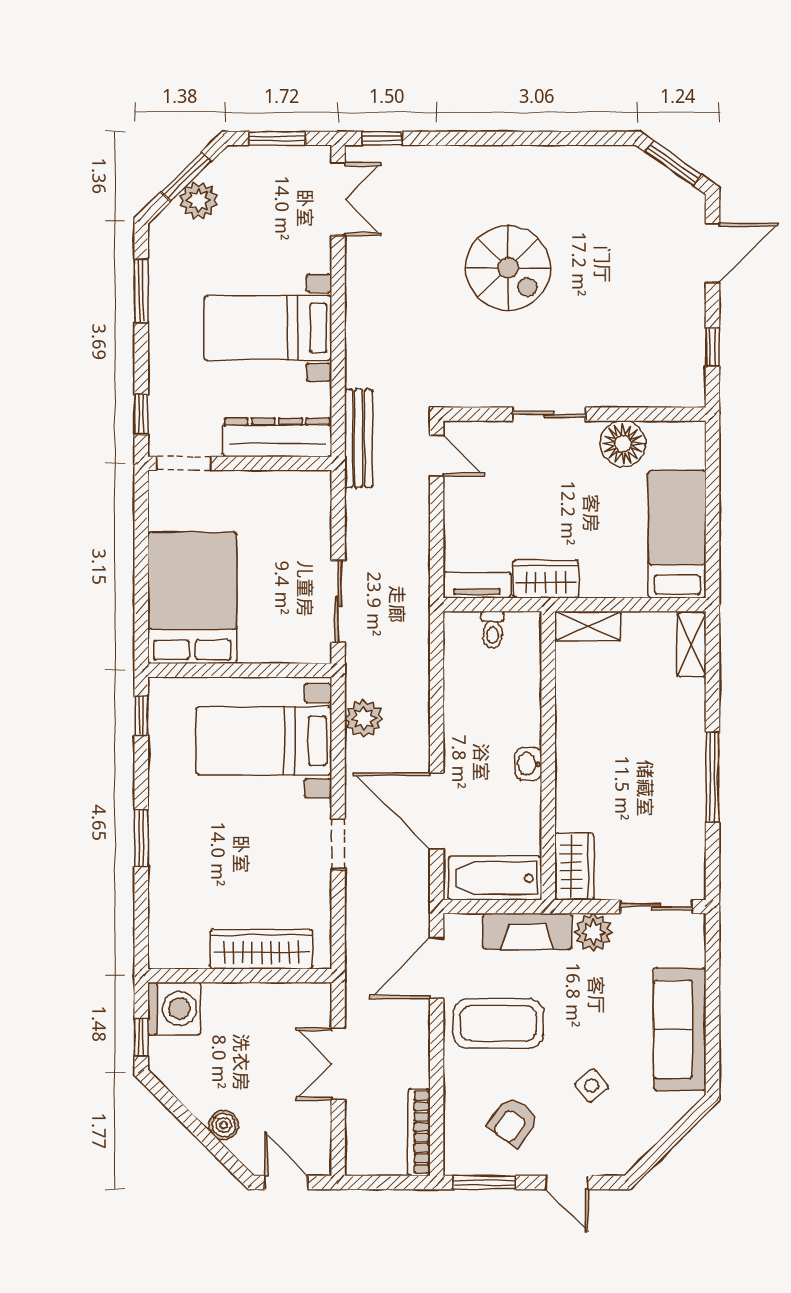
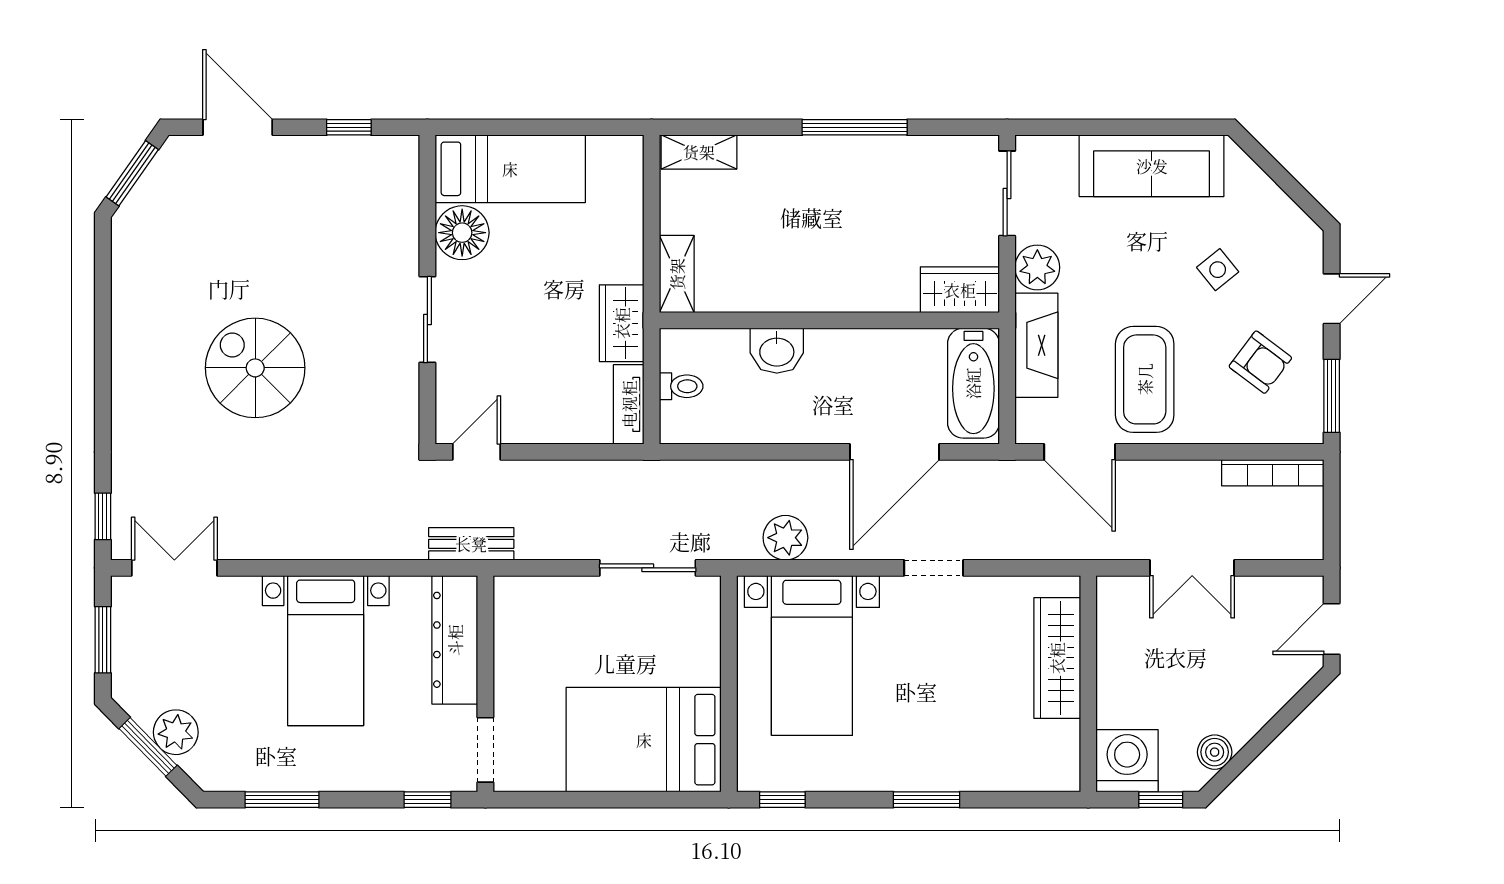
spiral stairs: (508, 268) -> (255, 368), turned -90
bench: (359, 438) -> (471, 544), width x0.73
bed: (677, 534) -> (510, 169), moved, turned 180
washbasin: (529, 764) -> (777, 351), moved, width x1.38, depth x1.45
boiler: (224, 1125) -> (1215, 752), moved

